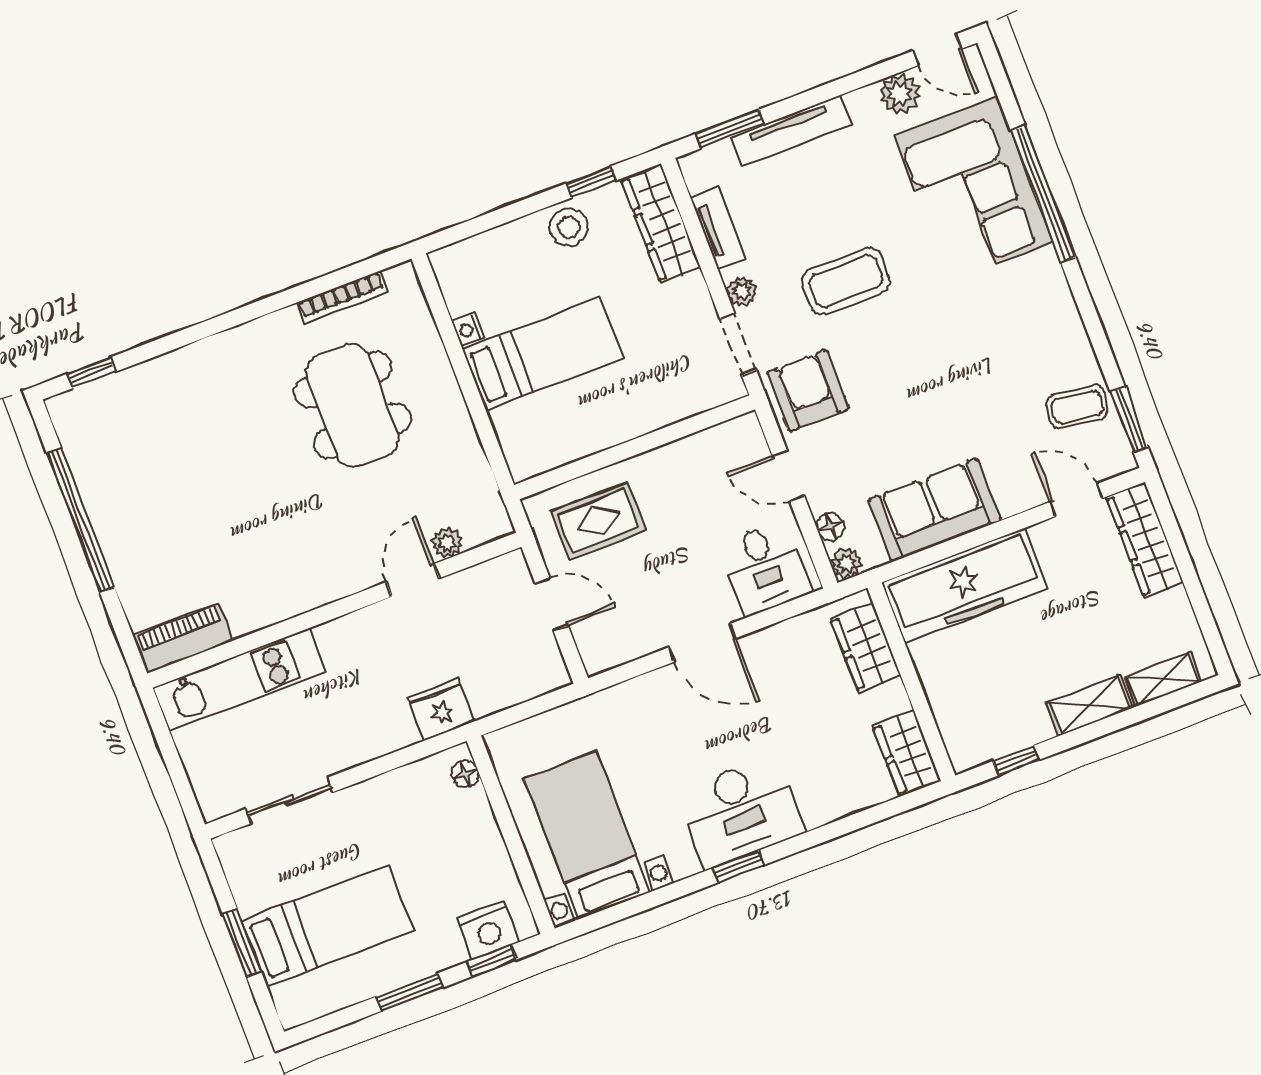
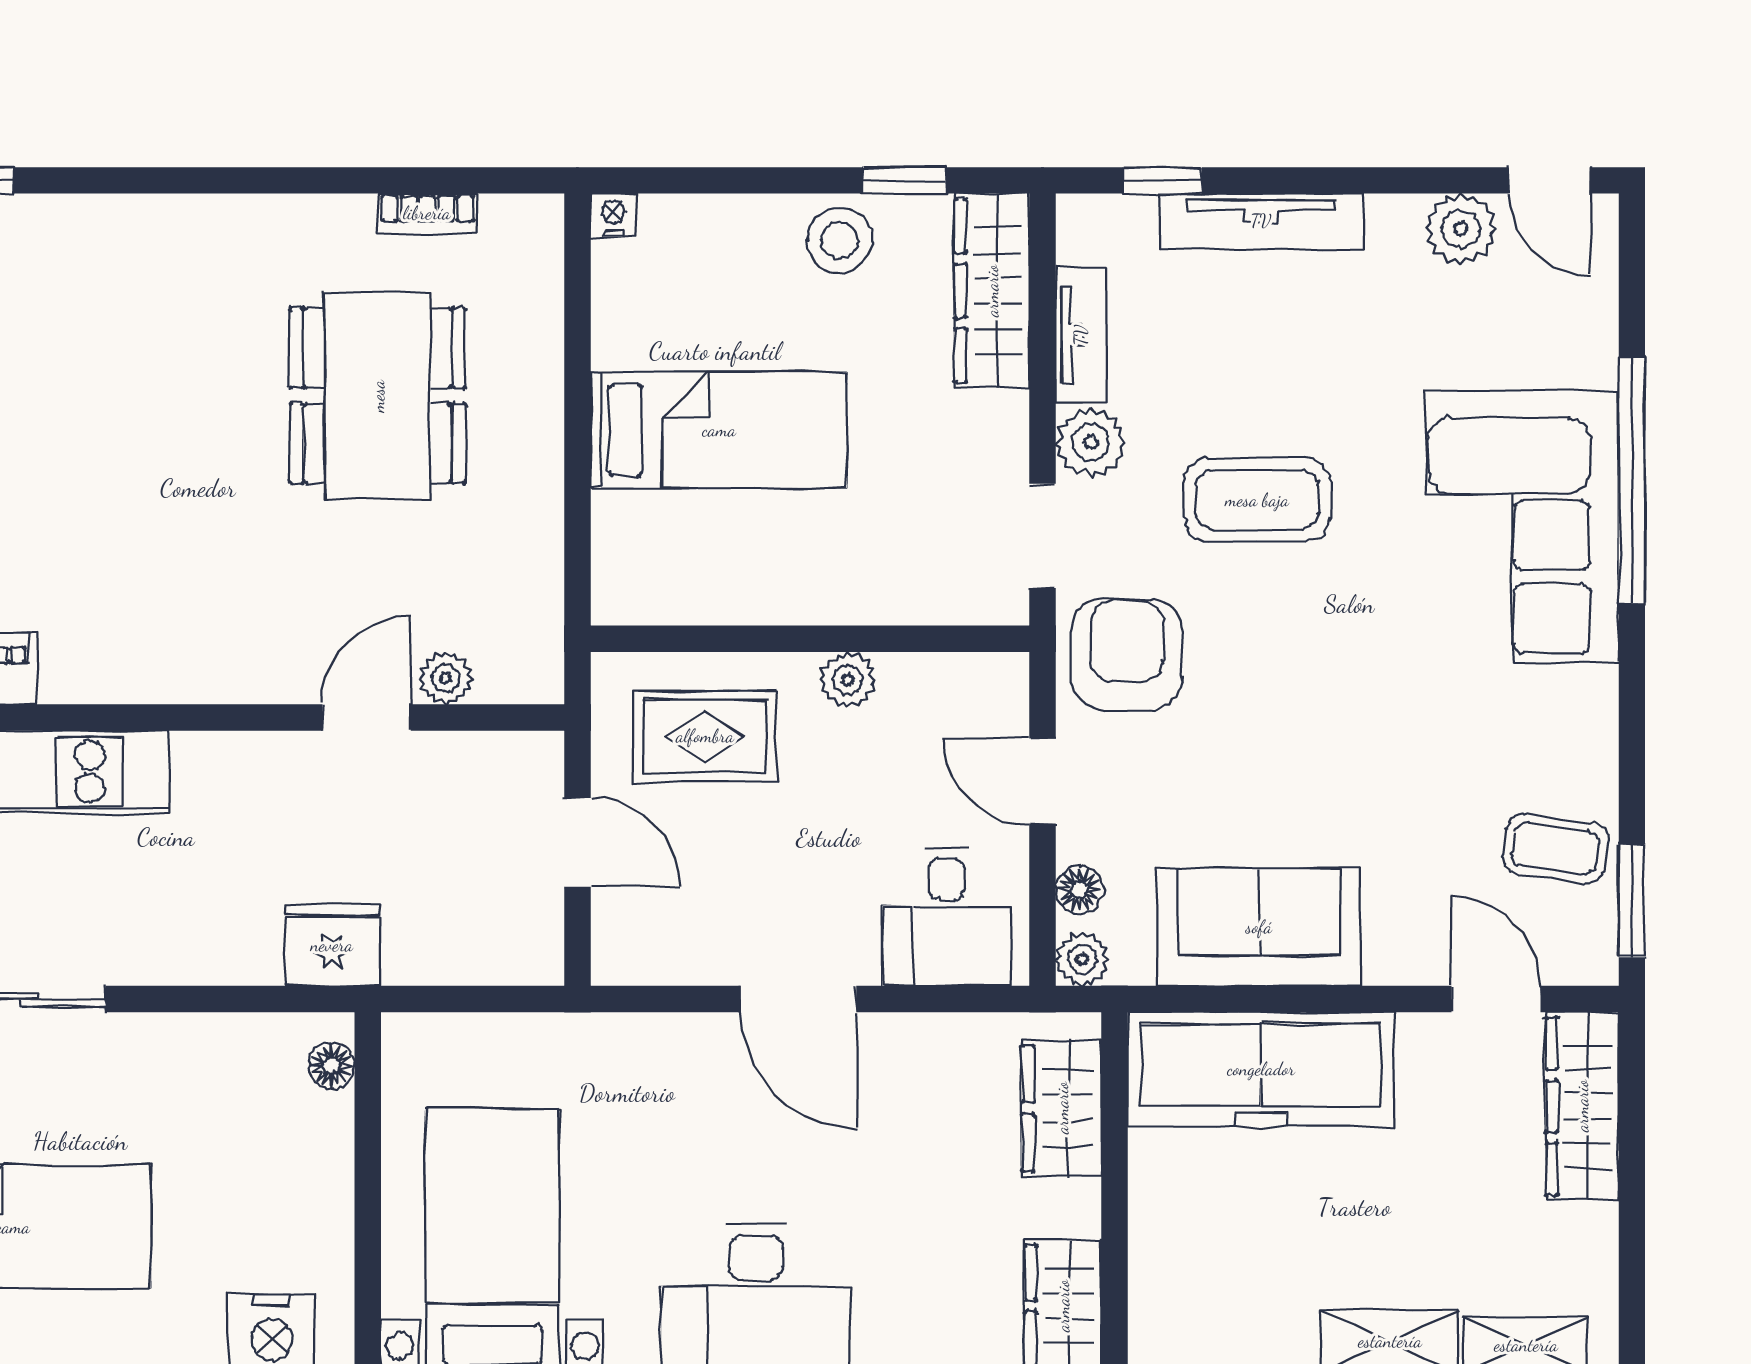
window: (730, 129) -> (1162, 180), width x0.67
corner sofa: (973, 189) -> (1522, 527), moved
plant: (742, 291) -> (1091, 442), width x1.38, depth x1.38
bookcase: (342, 297) -> (427, 213), width x0.64
nightstand: (468, 330) -> (613, 215), moved, turned 90
plant: (663, 461) -> (848, 680), added

